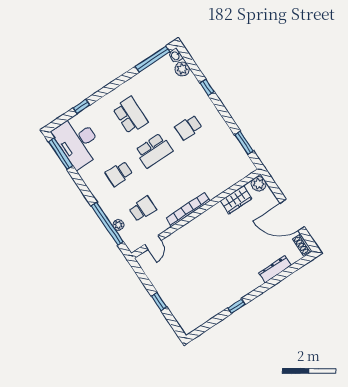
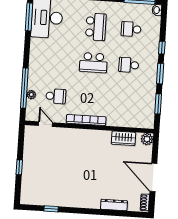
plant: (182, 69) -> (155, 22), removed
window: (224, 113) -> (160, 74), added
school desk: (119, 174) -> (131, 29), moved
door: (153, 242) -> (46, 124), swing flipped
window: (236, 306) -> (51, 209), moved

